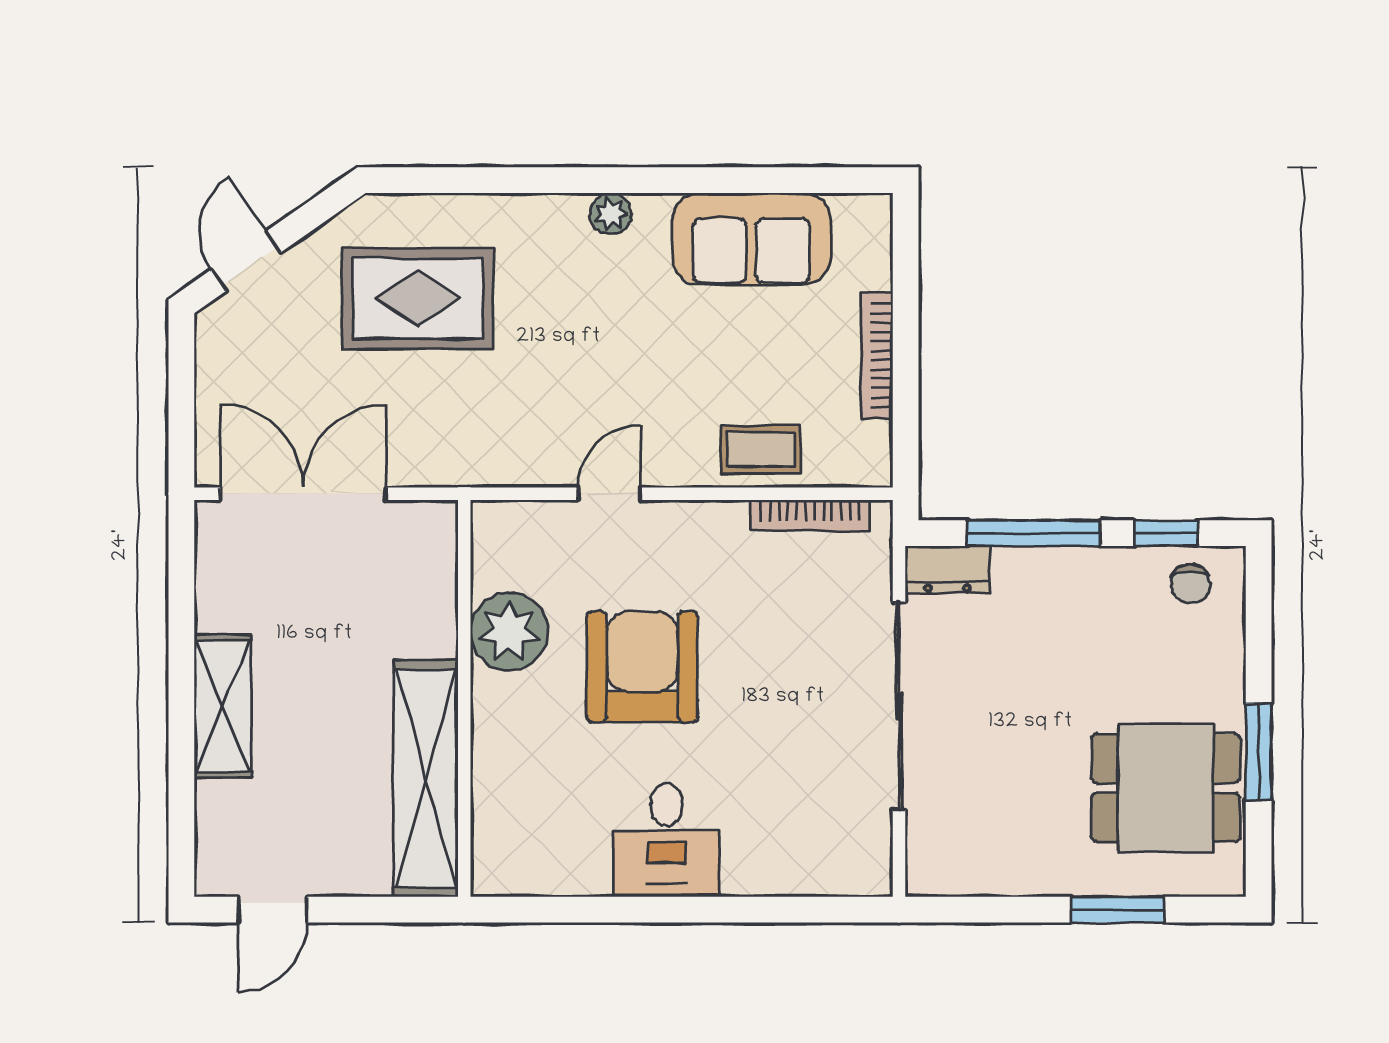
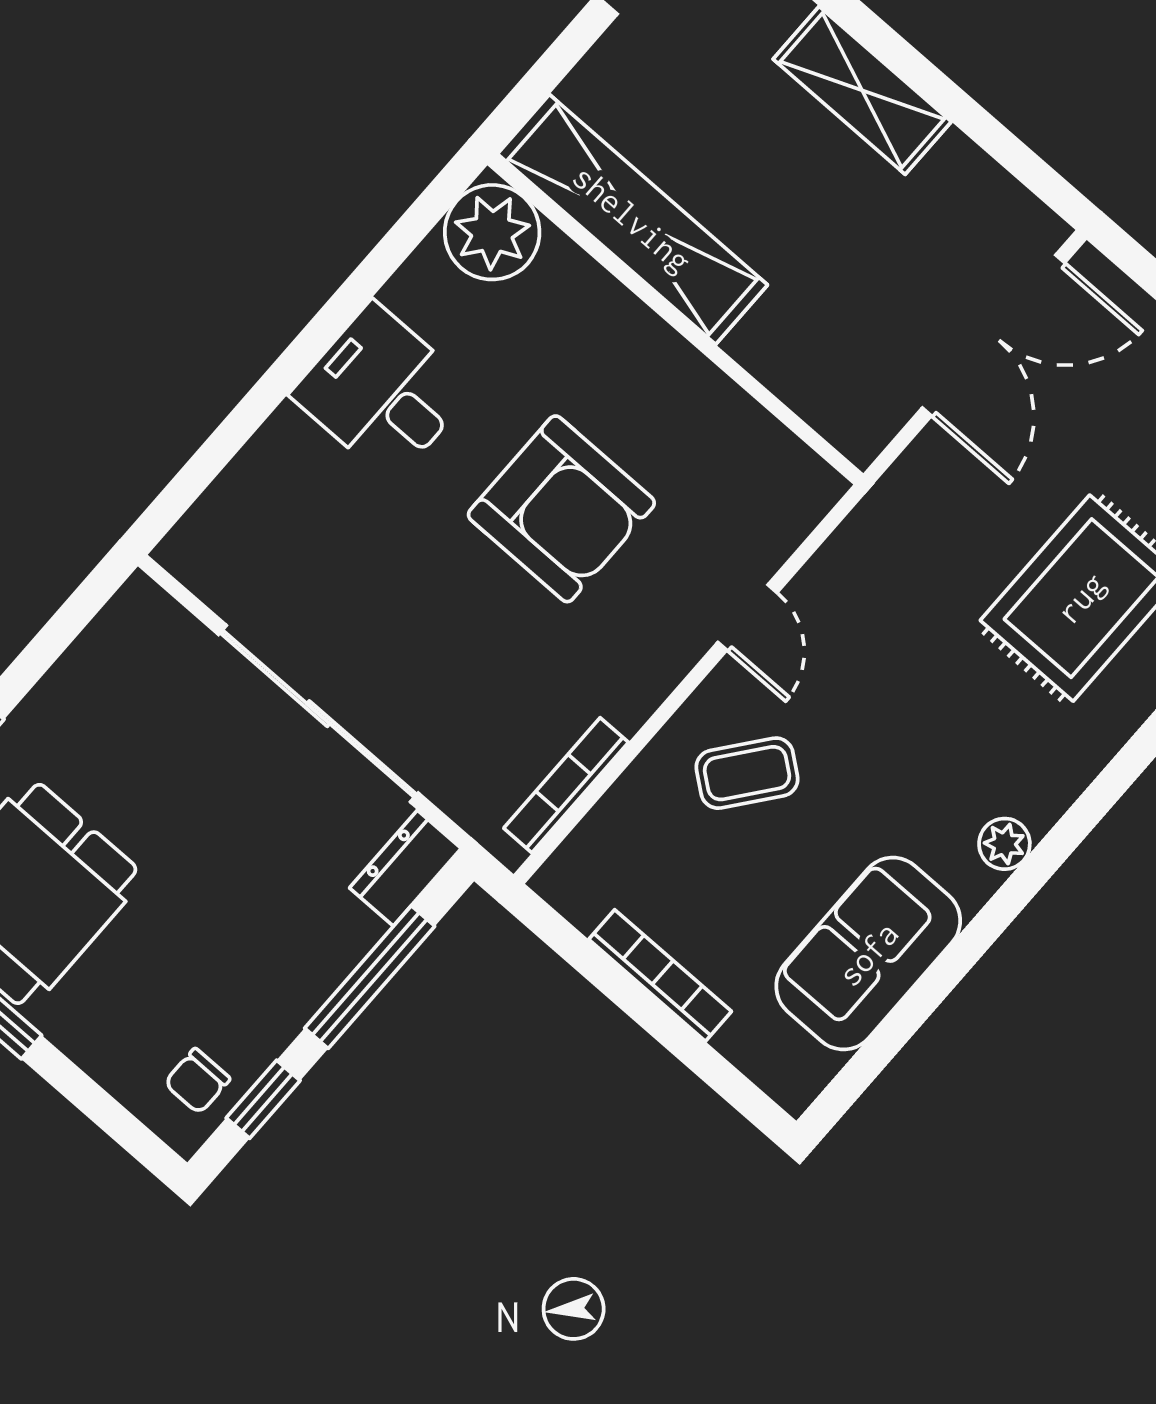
coffee table: (761, 449) -> (747, 773), moved, turned 38
chair: (1190, 584) -> (197, 1081), turned -90
plant: (509, 632) -> (492, 232), moved

